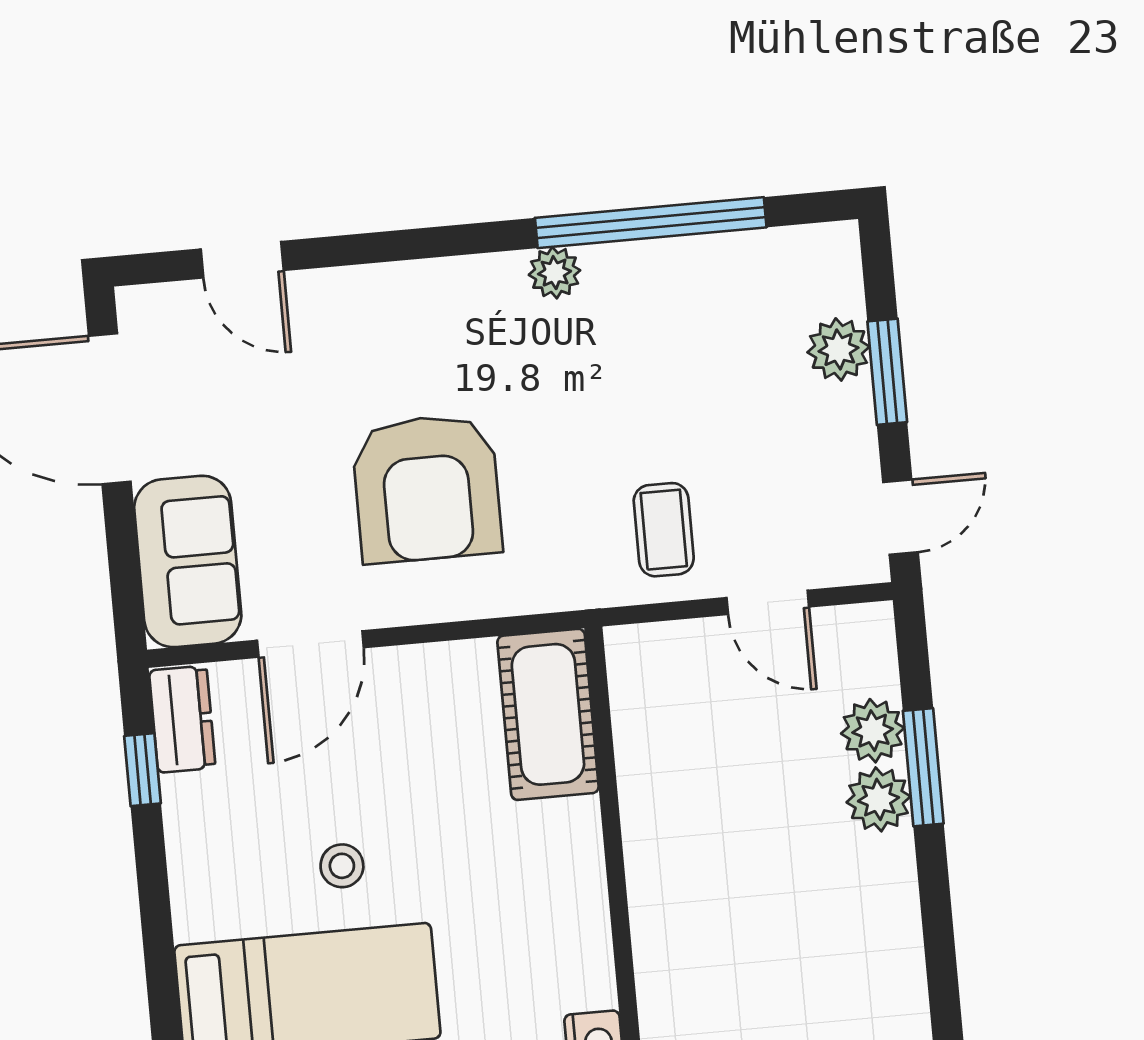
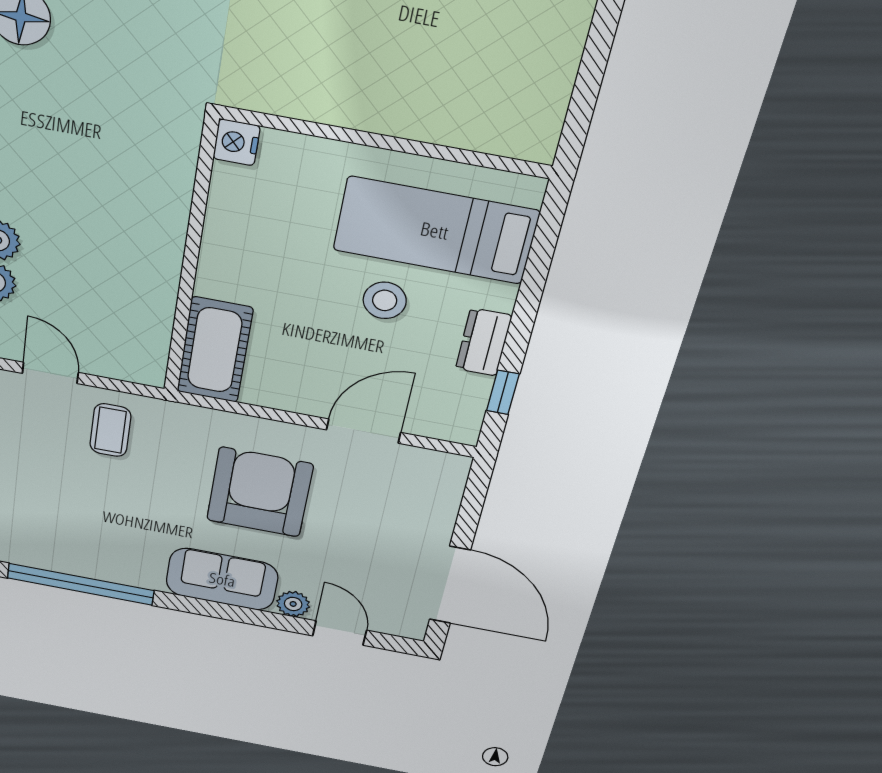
plant: (555, 273) -> (293, 604), moved
sofa: (188, 561) -> (222, 579), moved, turned 90
dresser: (182, 719) -> (484, 342), moved
stool: (342, 866) -> (385, 300), width x1.37, depth x1.37

